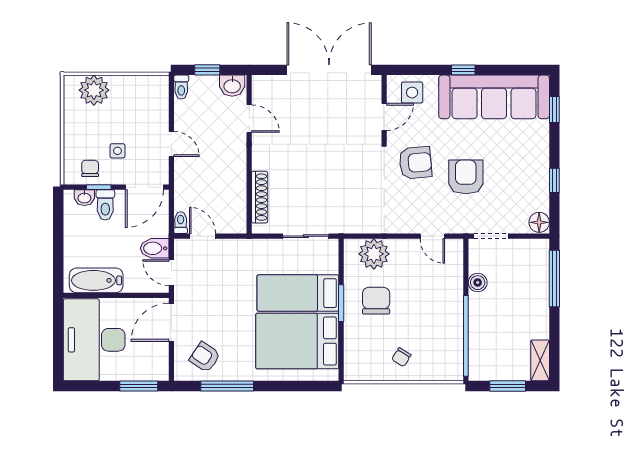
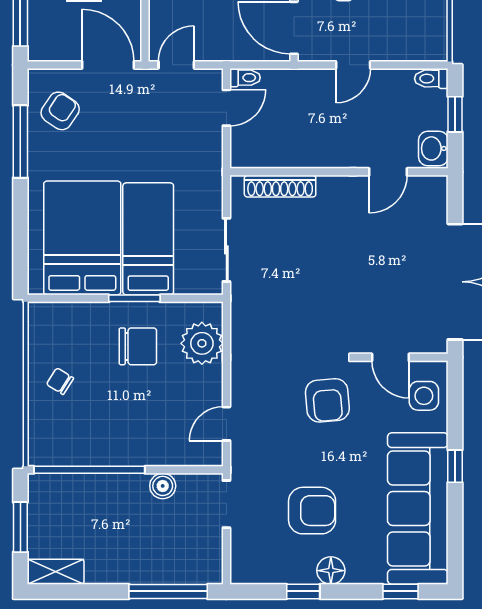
armchair: (466, 177) -> (312, 511), moved
floor lamp: (539, 222) -> (331, 571), moved
bidet: (155, 248) -> (210, 42), removed

